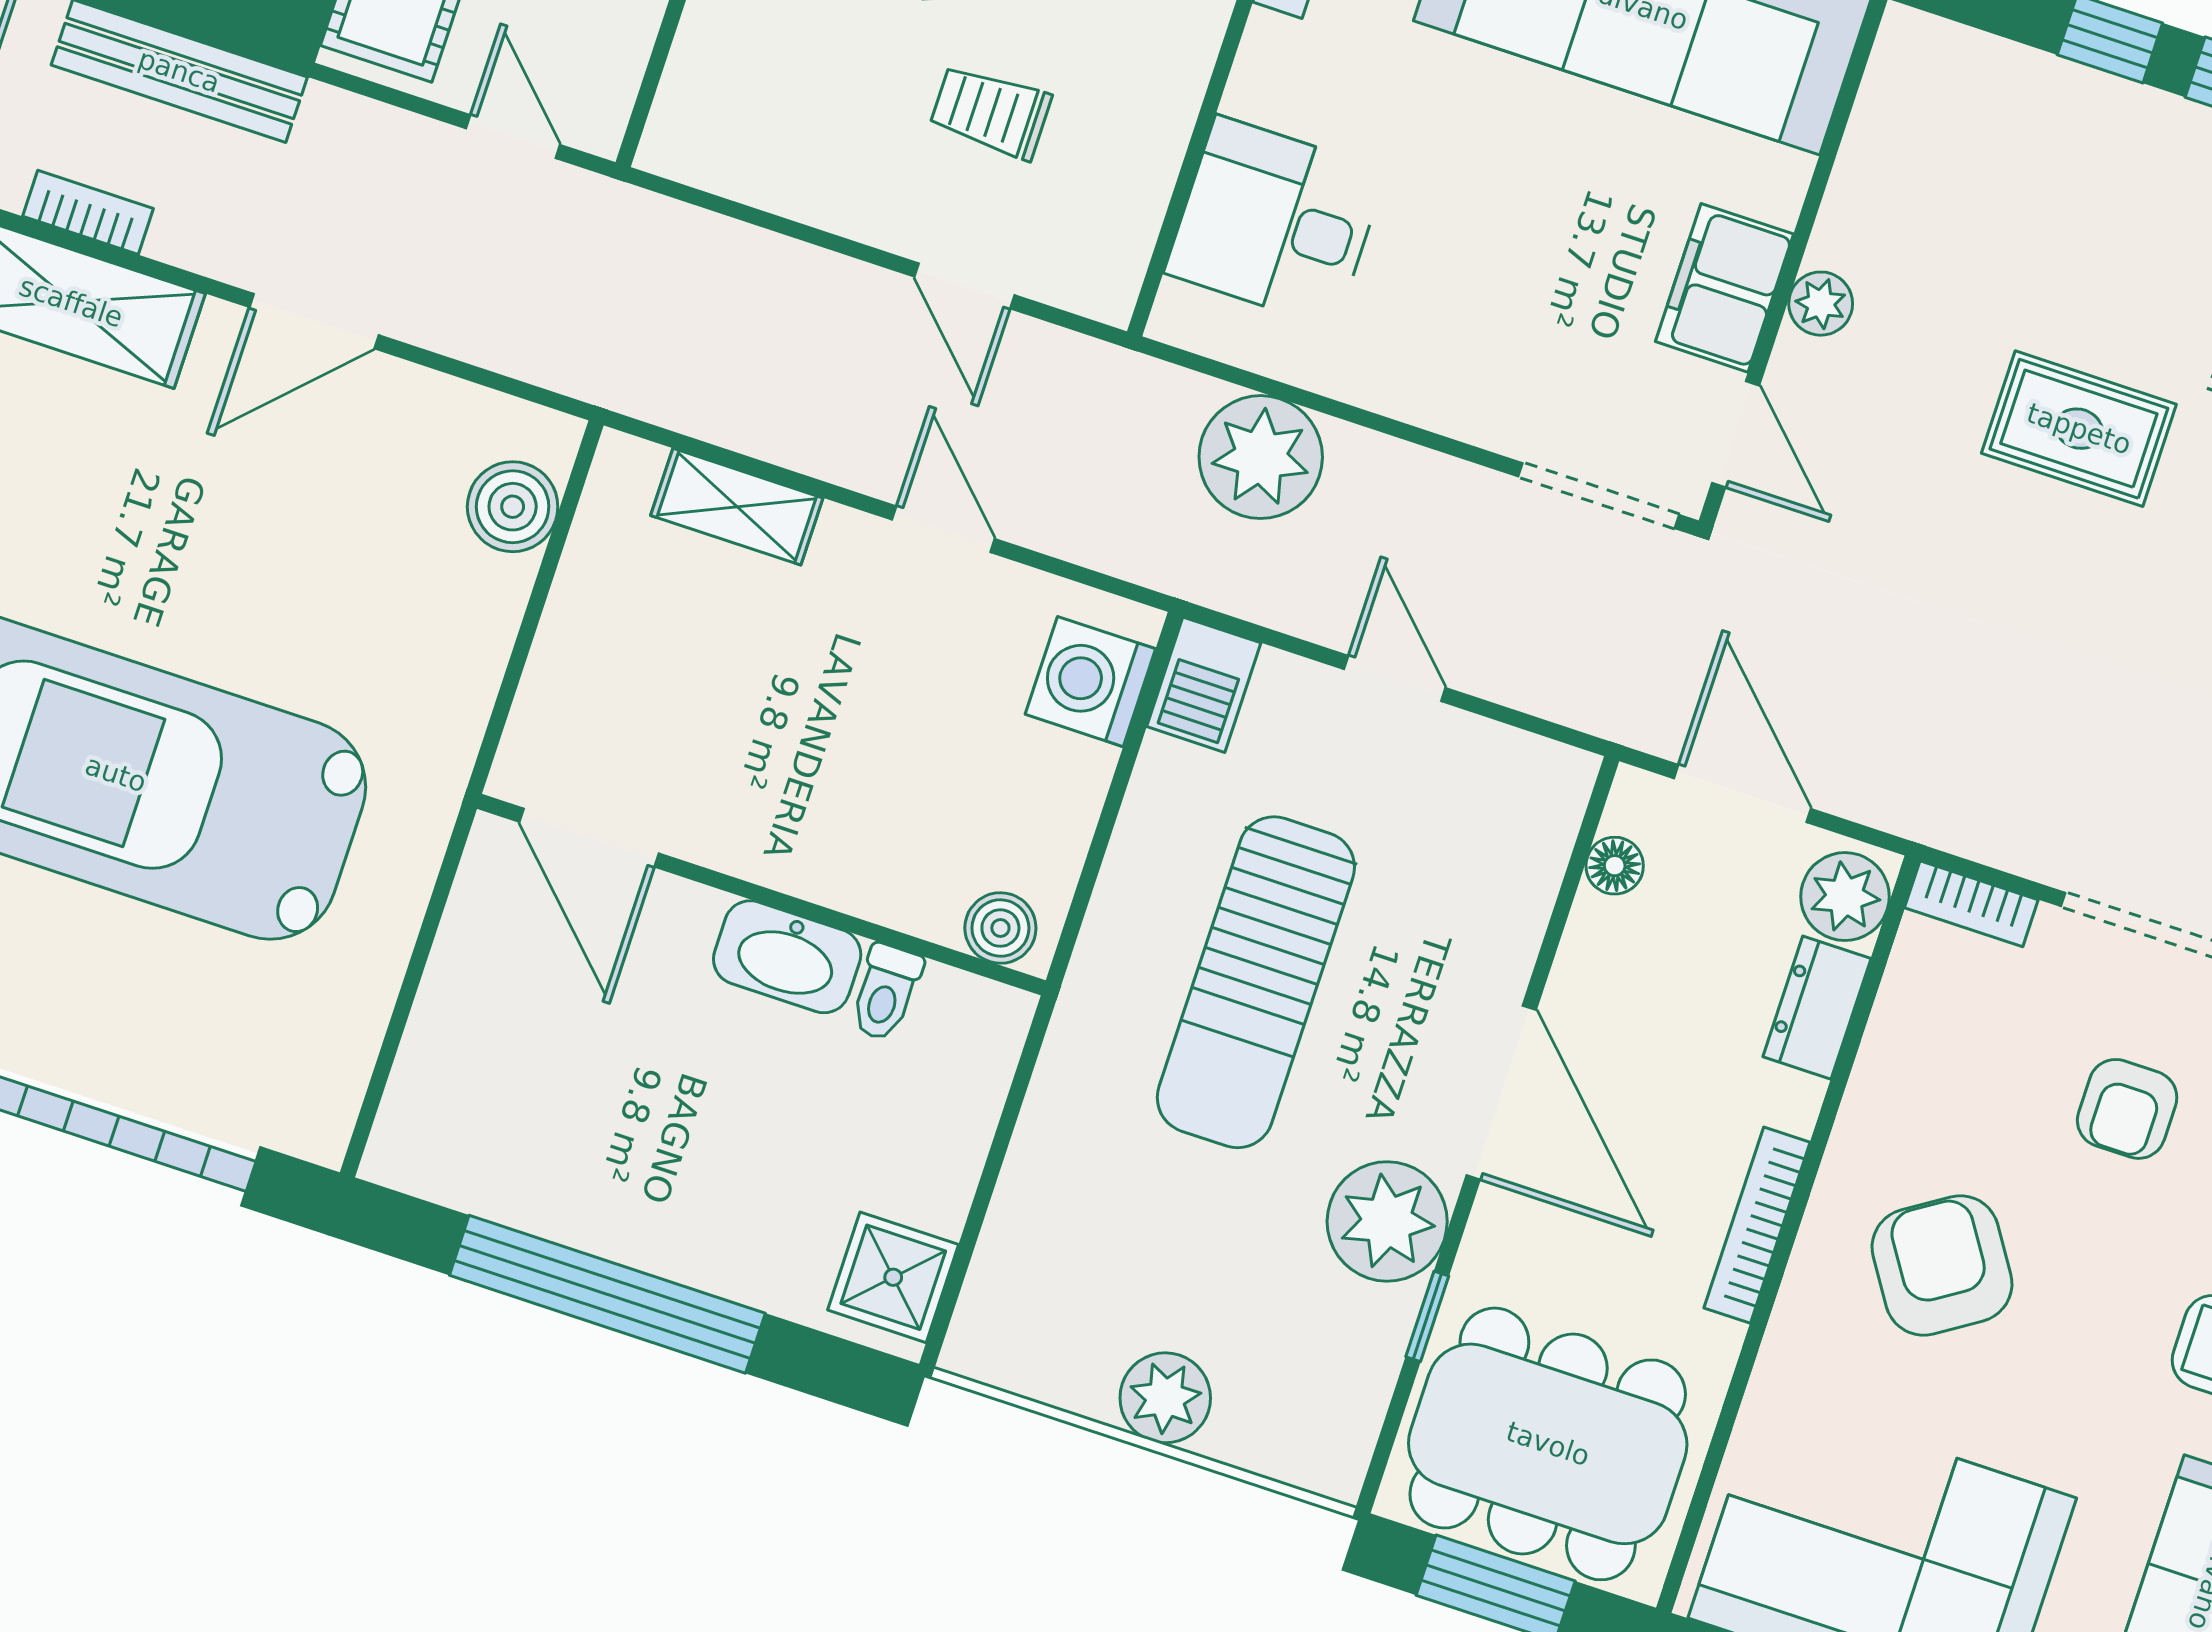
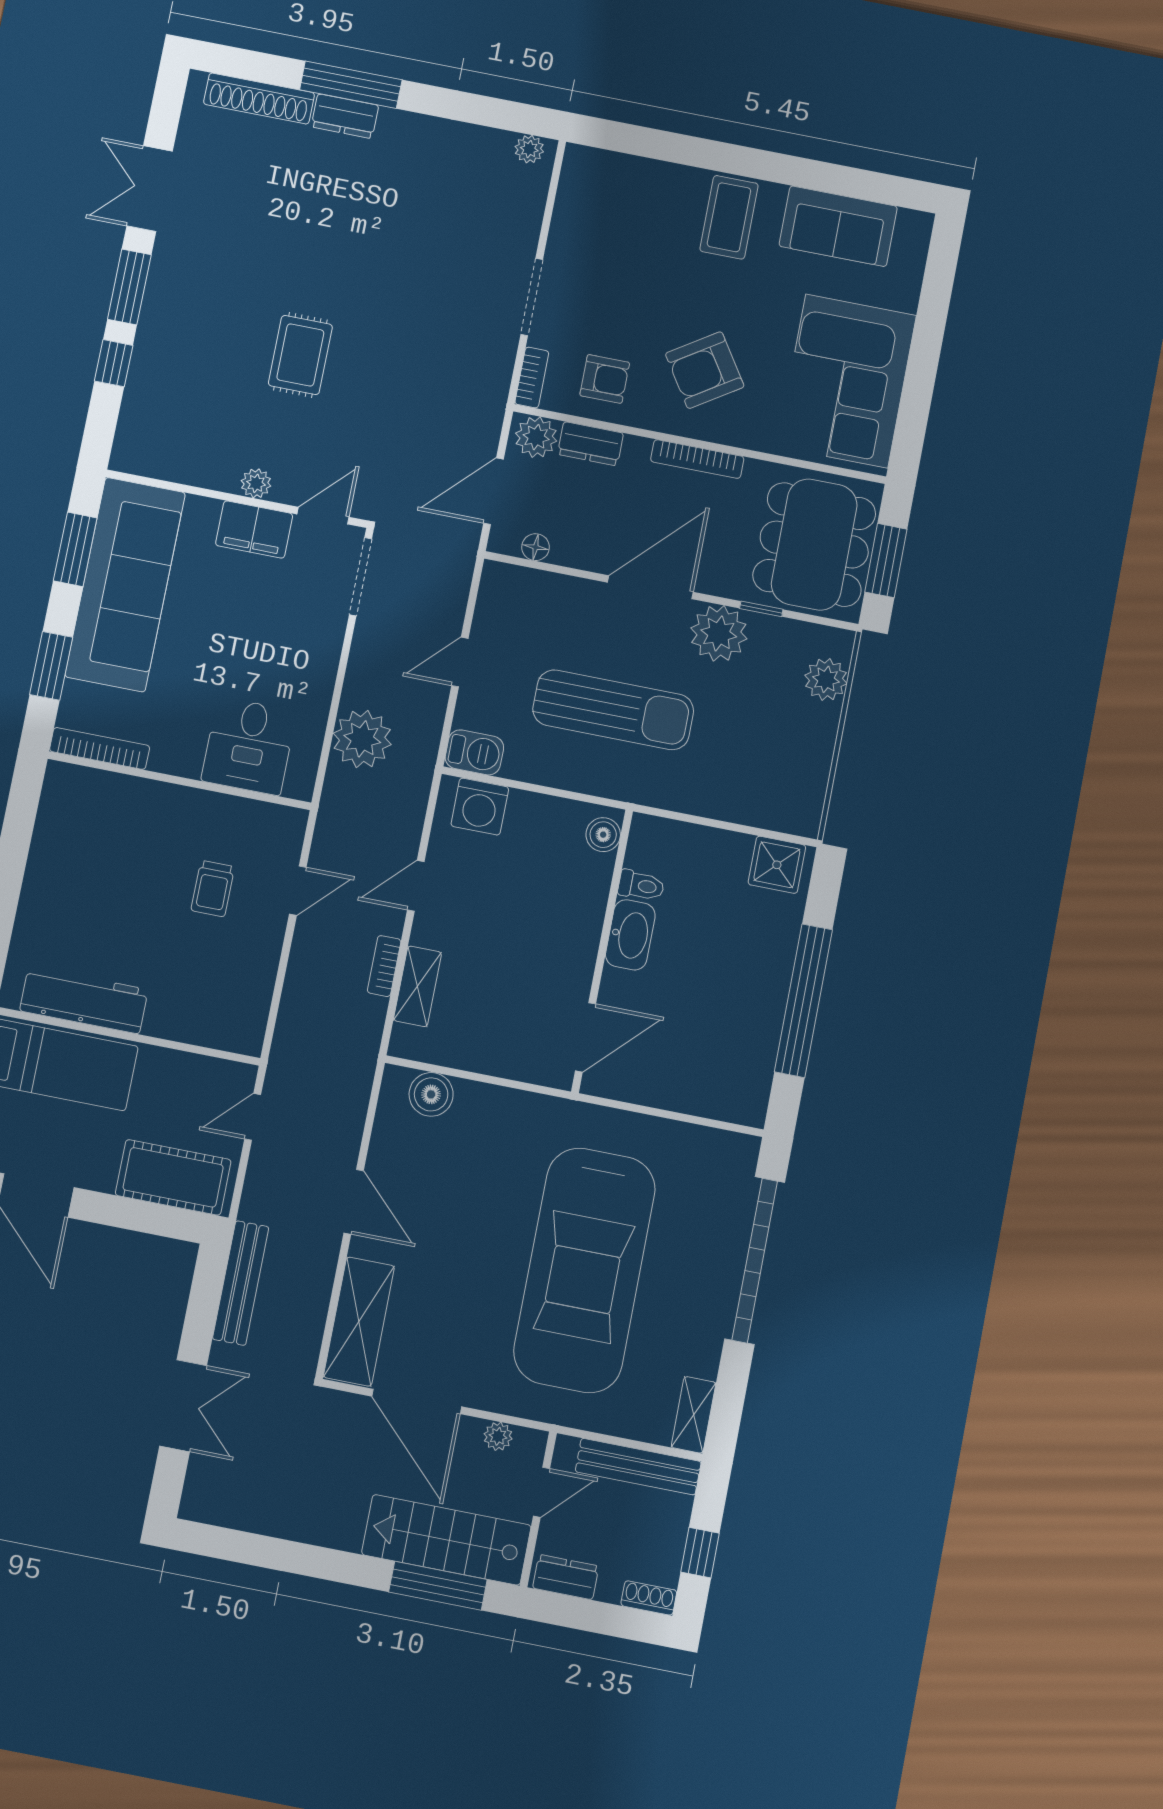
bookcase: (88, 212) -> (384, 966), moved
armchair: (2127, 1109) -> (605, 379), moved
plant: (1165, 1398) -> (826, 679), moved

